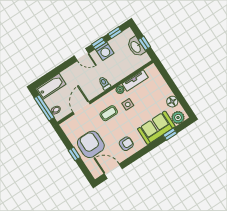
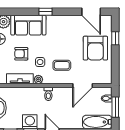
window: (44, 108) -> (115, 107), width x0.69
window: (170, 134) -> (46, 12), moved
armchair: (126, 144) -> (21, 54), moved
window: (74, 154) -> (115, 38), moved

